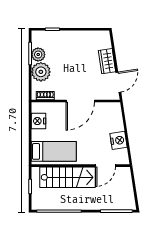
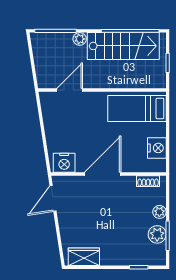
wardrobe: (107, 61) -> (84, 257), moved, turned -81
plant: (41, 72) -> (159, 212), width x0.53, depth x0.53
nightstand: (118, 140) -> (64, 163), moved, turned -81
stairs: (68, 177) -> (123, 46), moved, turned 180
plant: (98, 205) -> (80, 39), added

